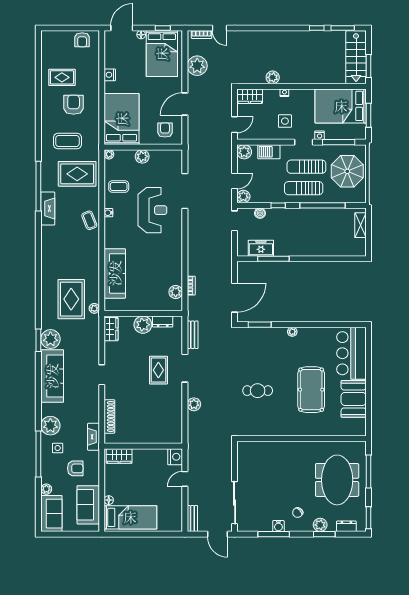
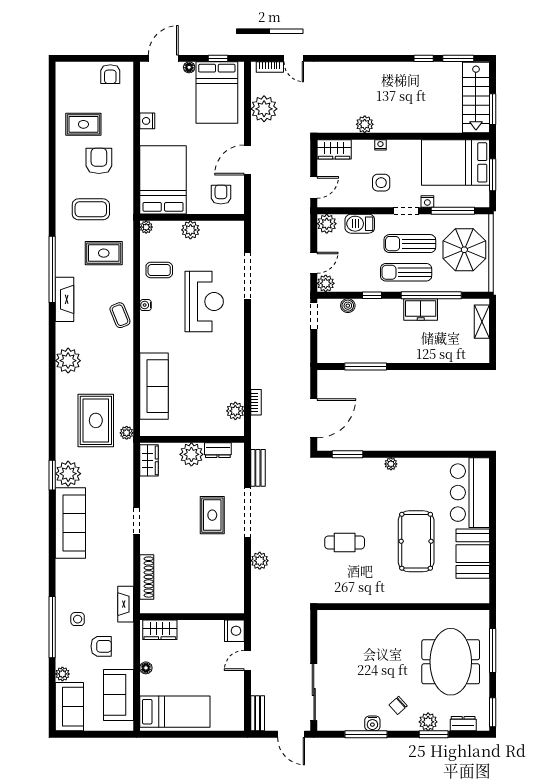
rug: (77, 174) -> (104, 253), width x0.73, depth x0.70
freezer: (261, 248) -> (421, 309), moved, turned 180
doorway: (185, 368) -> (248, 513), width x1.36
plant: (50, 426) -> (68, 361), moved
floor lamp: (109, 500) -> (146, 668), moved

